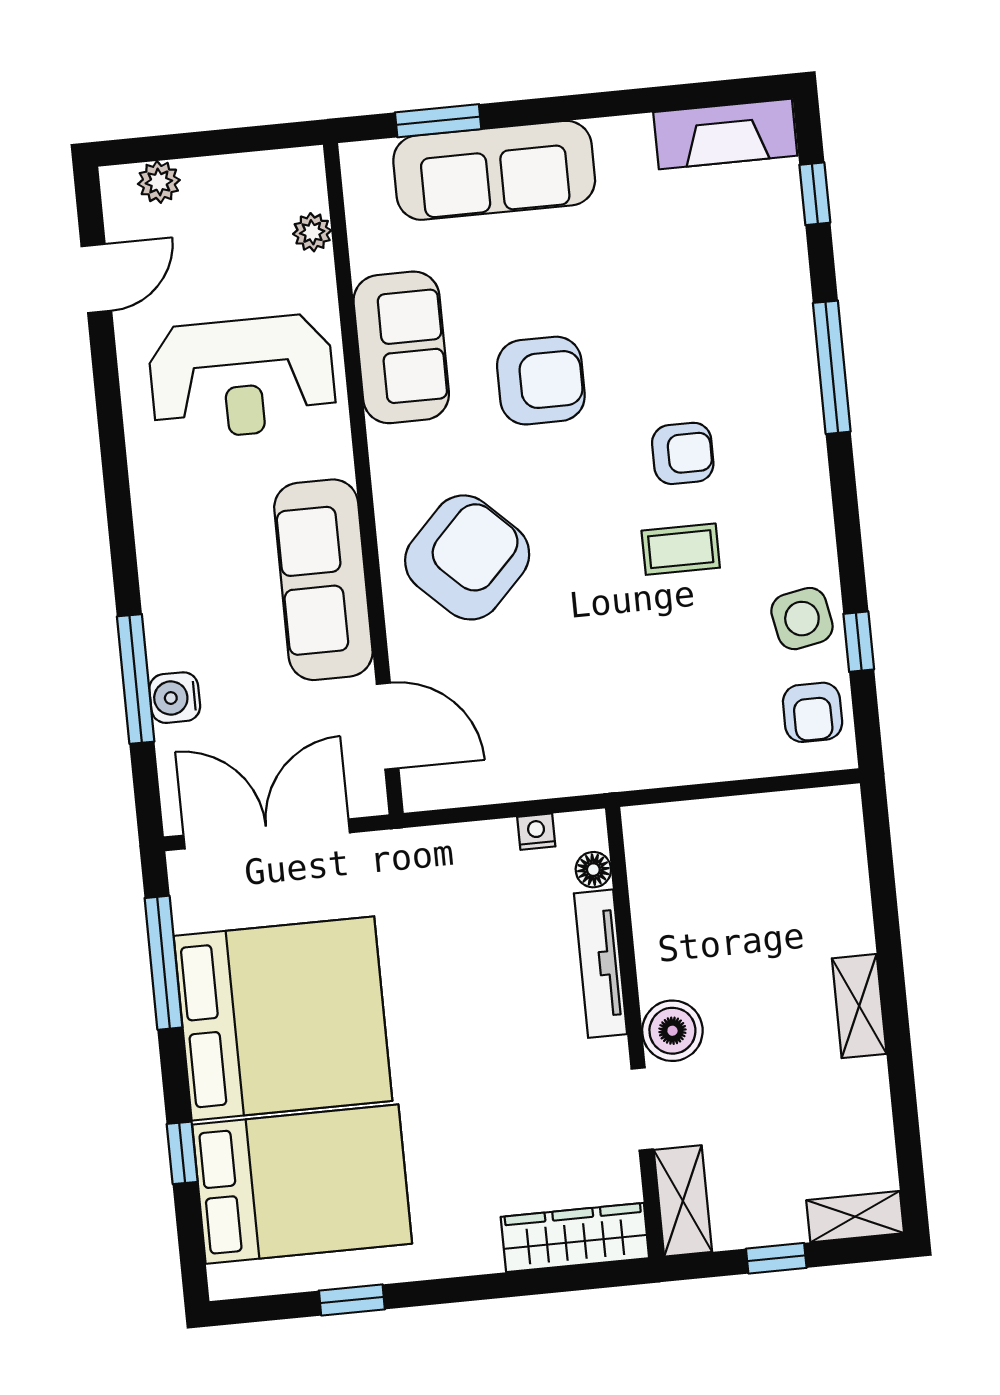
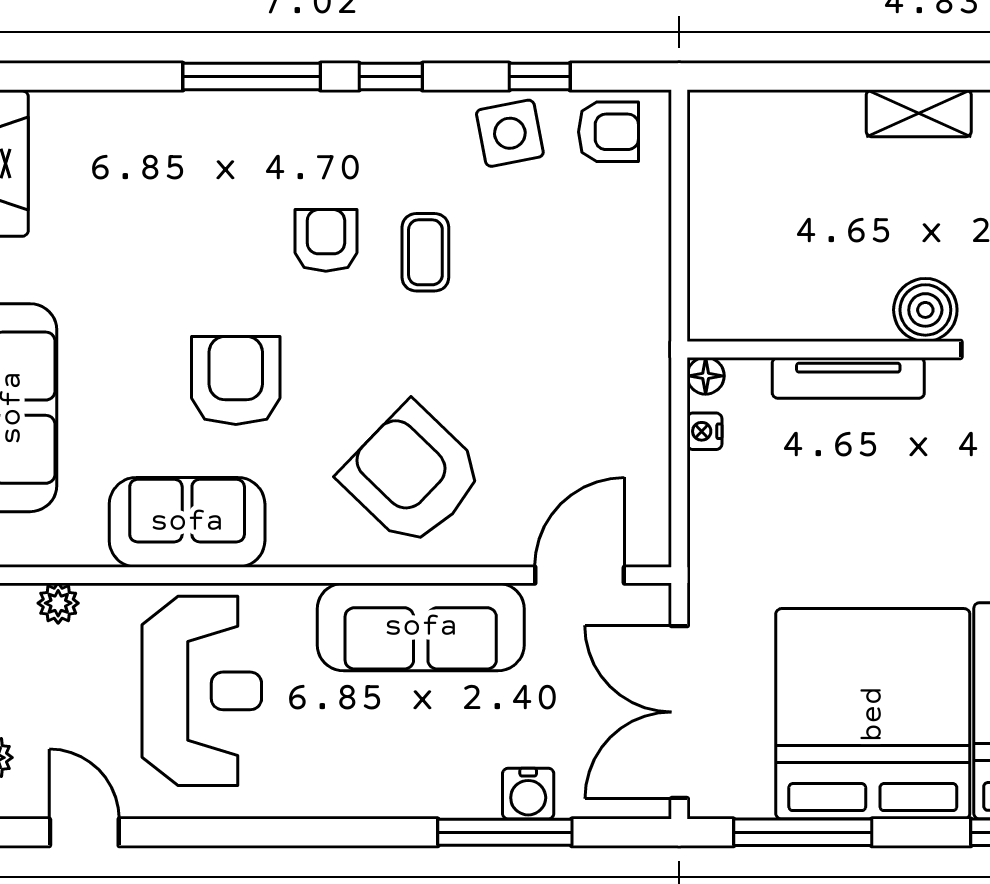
window: (815, 194) -> (391, 77), moved
floor lamp: (593, 870) -> (706, 376), moved

